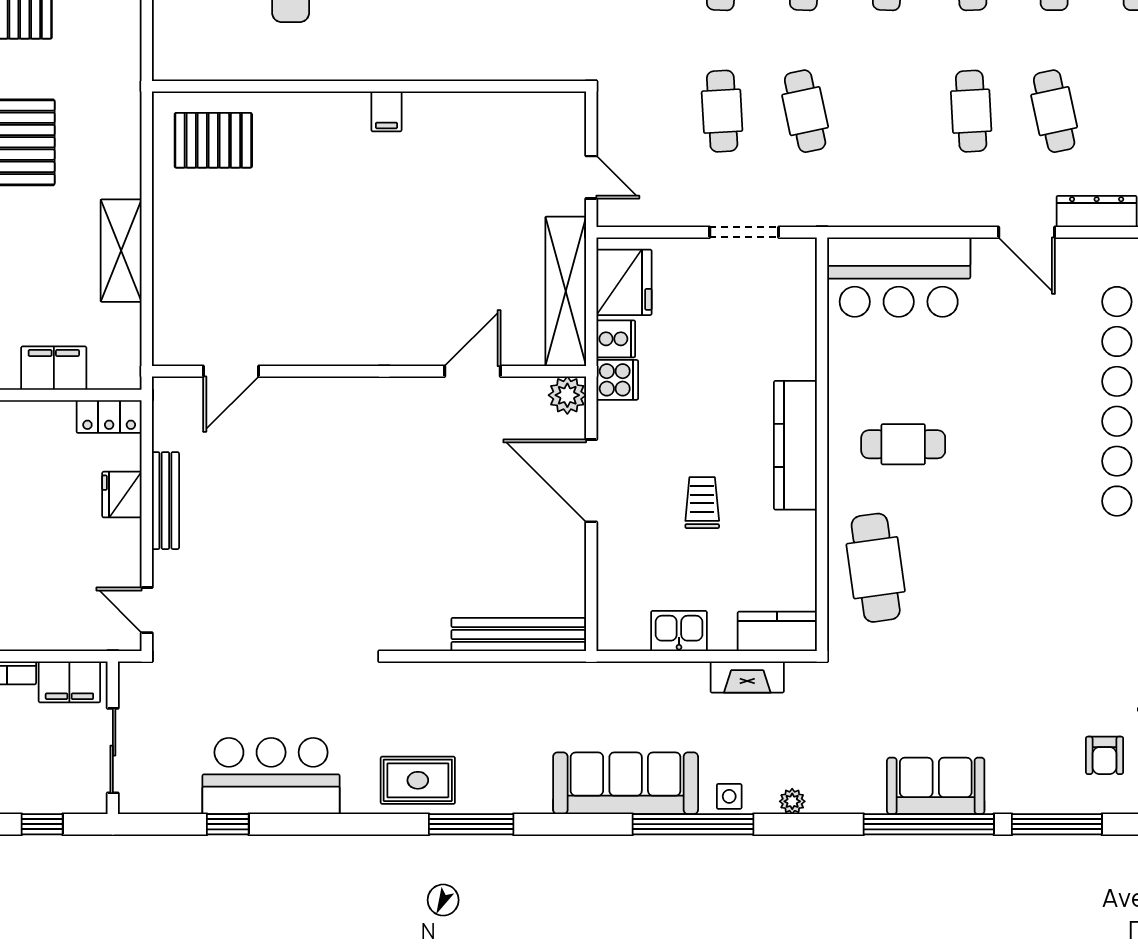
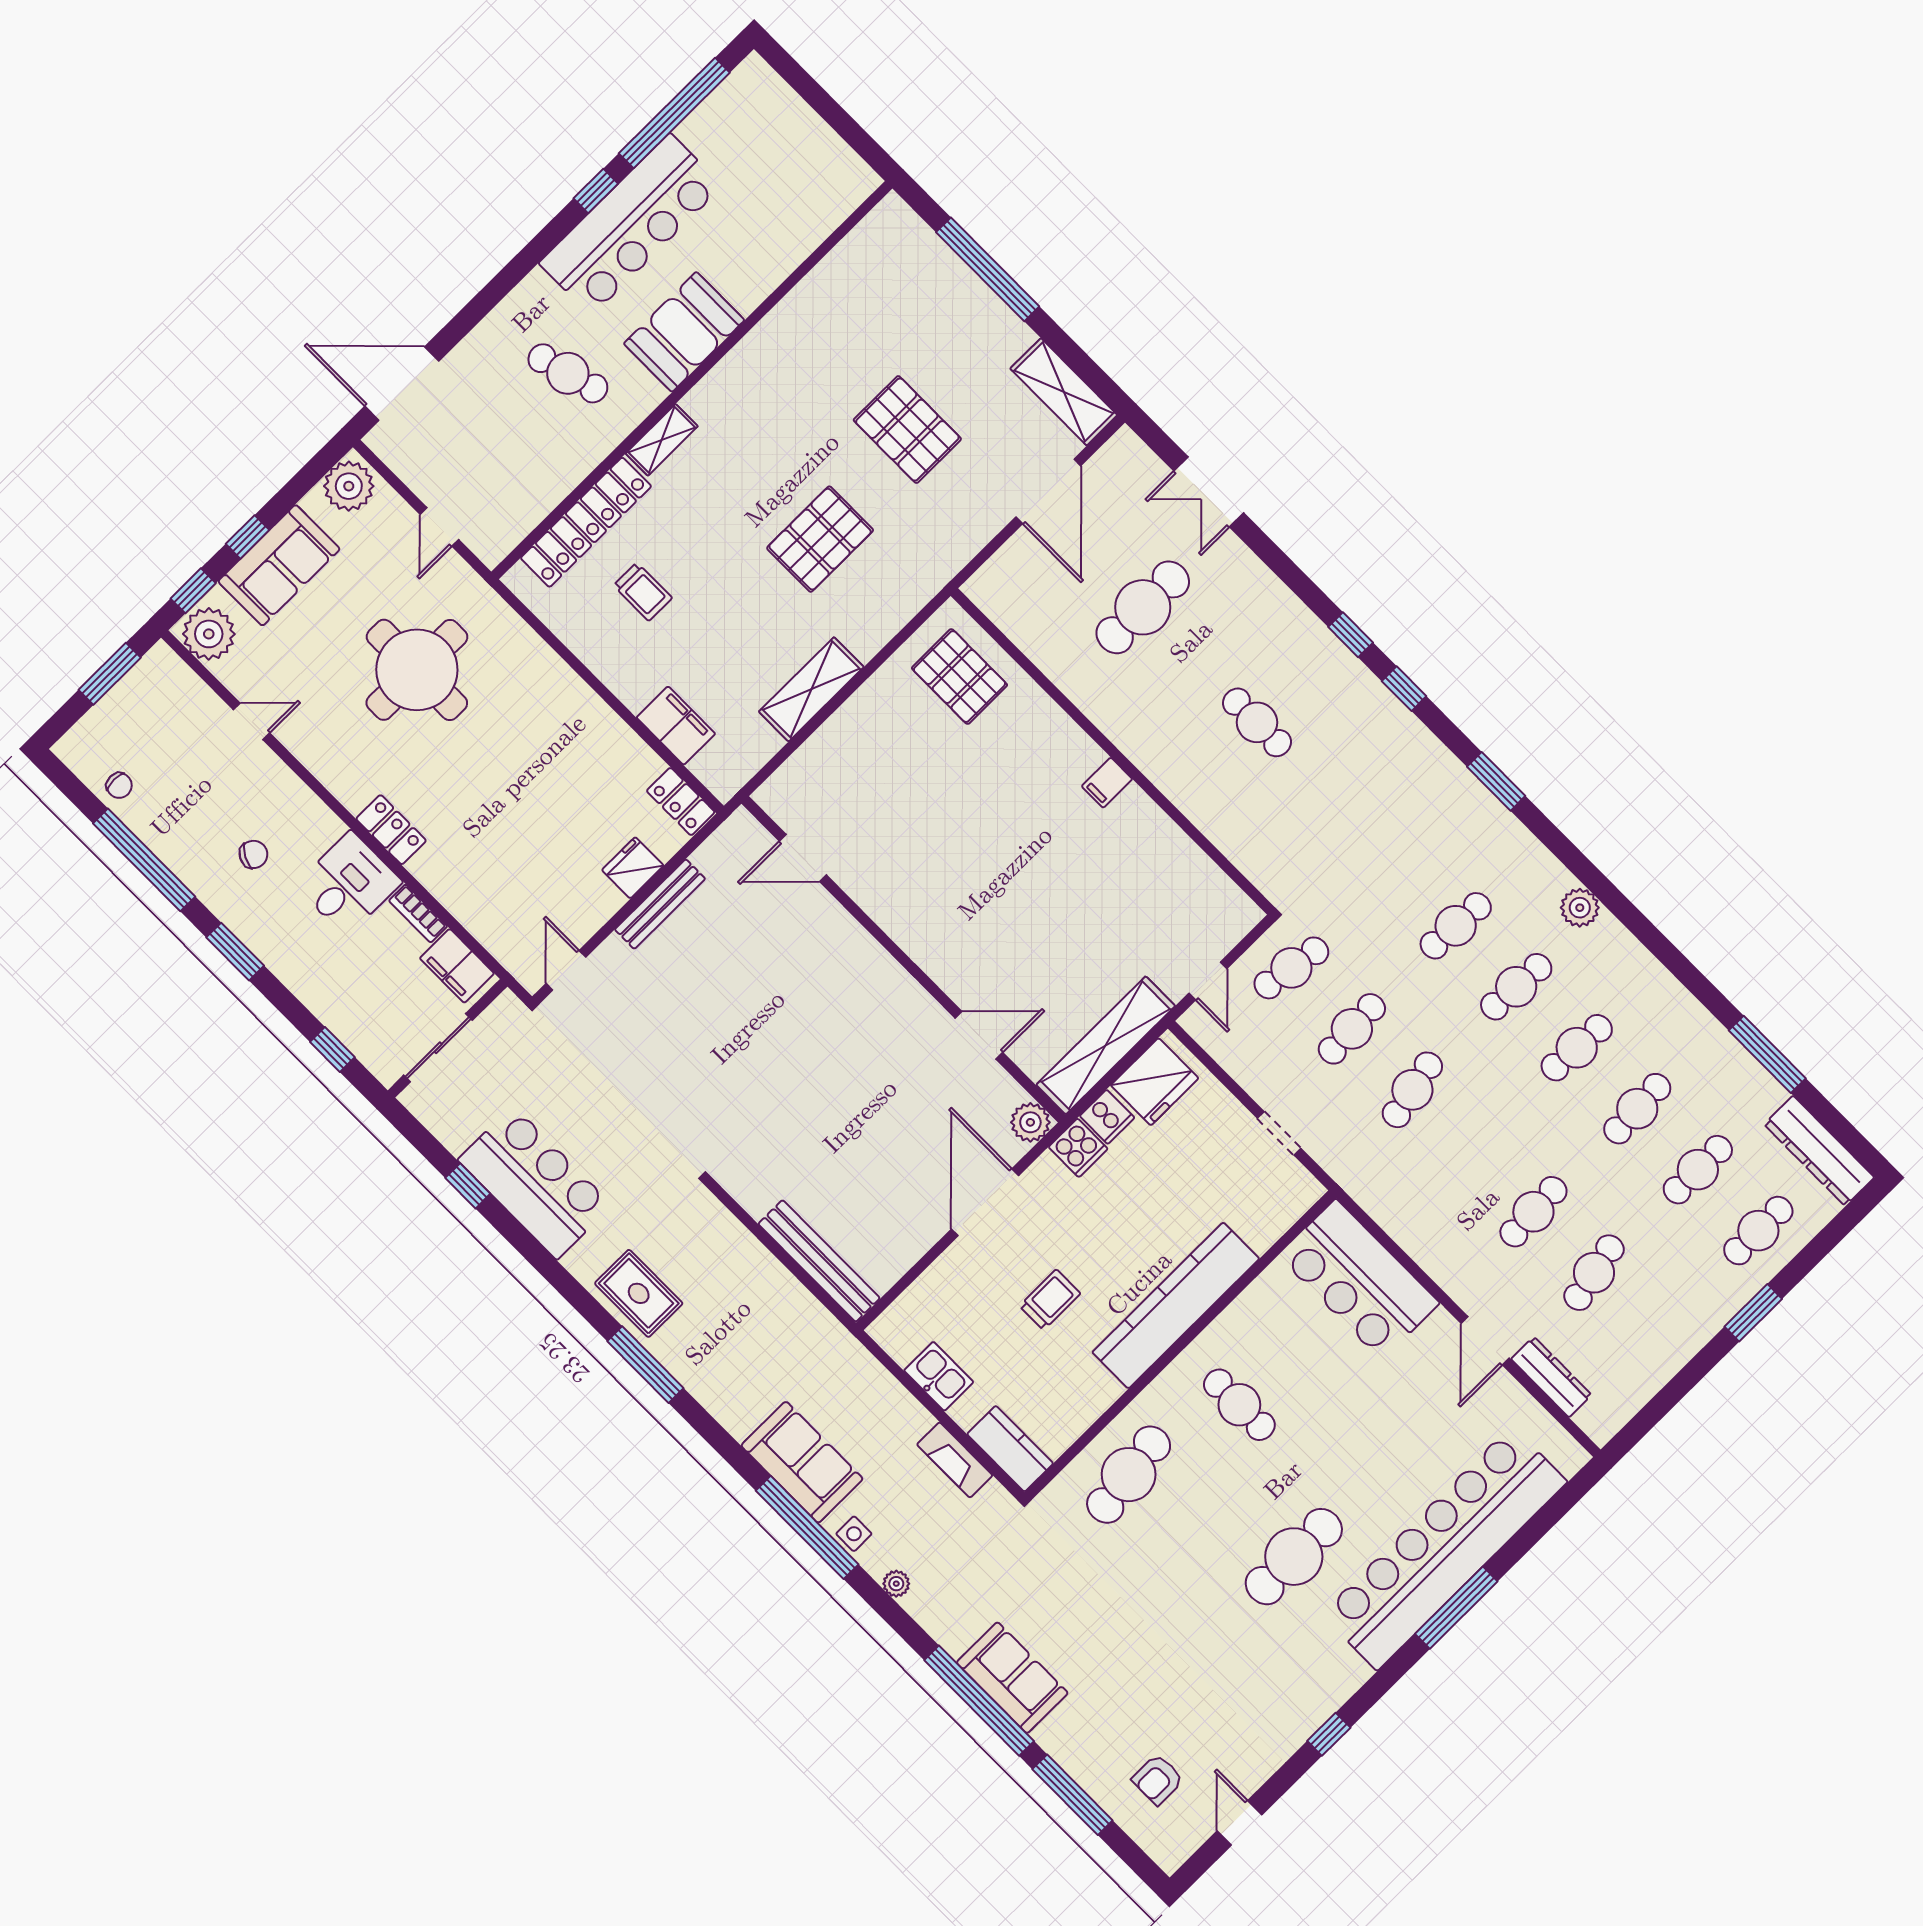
cafe table: (639, 111) -> (1291, 968), added
doorway: (744, 232) -> (1279, 1133), width x0.73
kitchen counter: (795, 445) -> (1176, 1305), width x1.39, depth x1.17
cafe table: (1044, 510) -> (1294, 1557), added
sofa: (626, 783) -> (802, 1462), width x0.73

